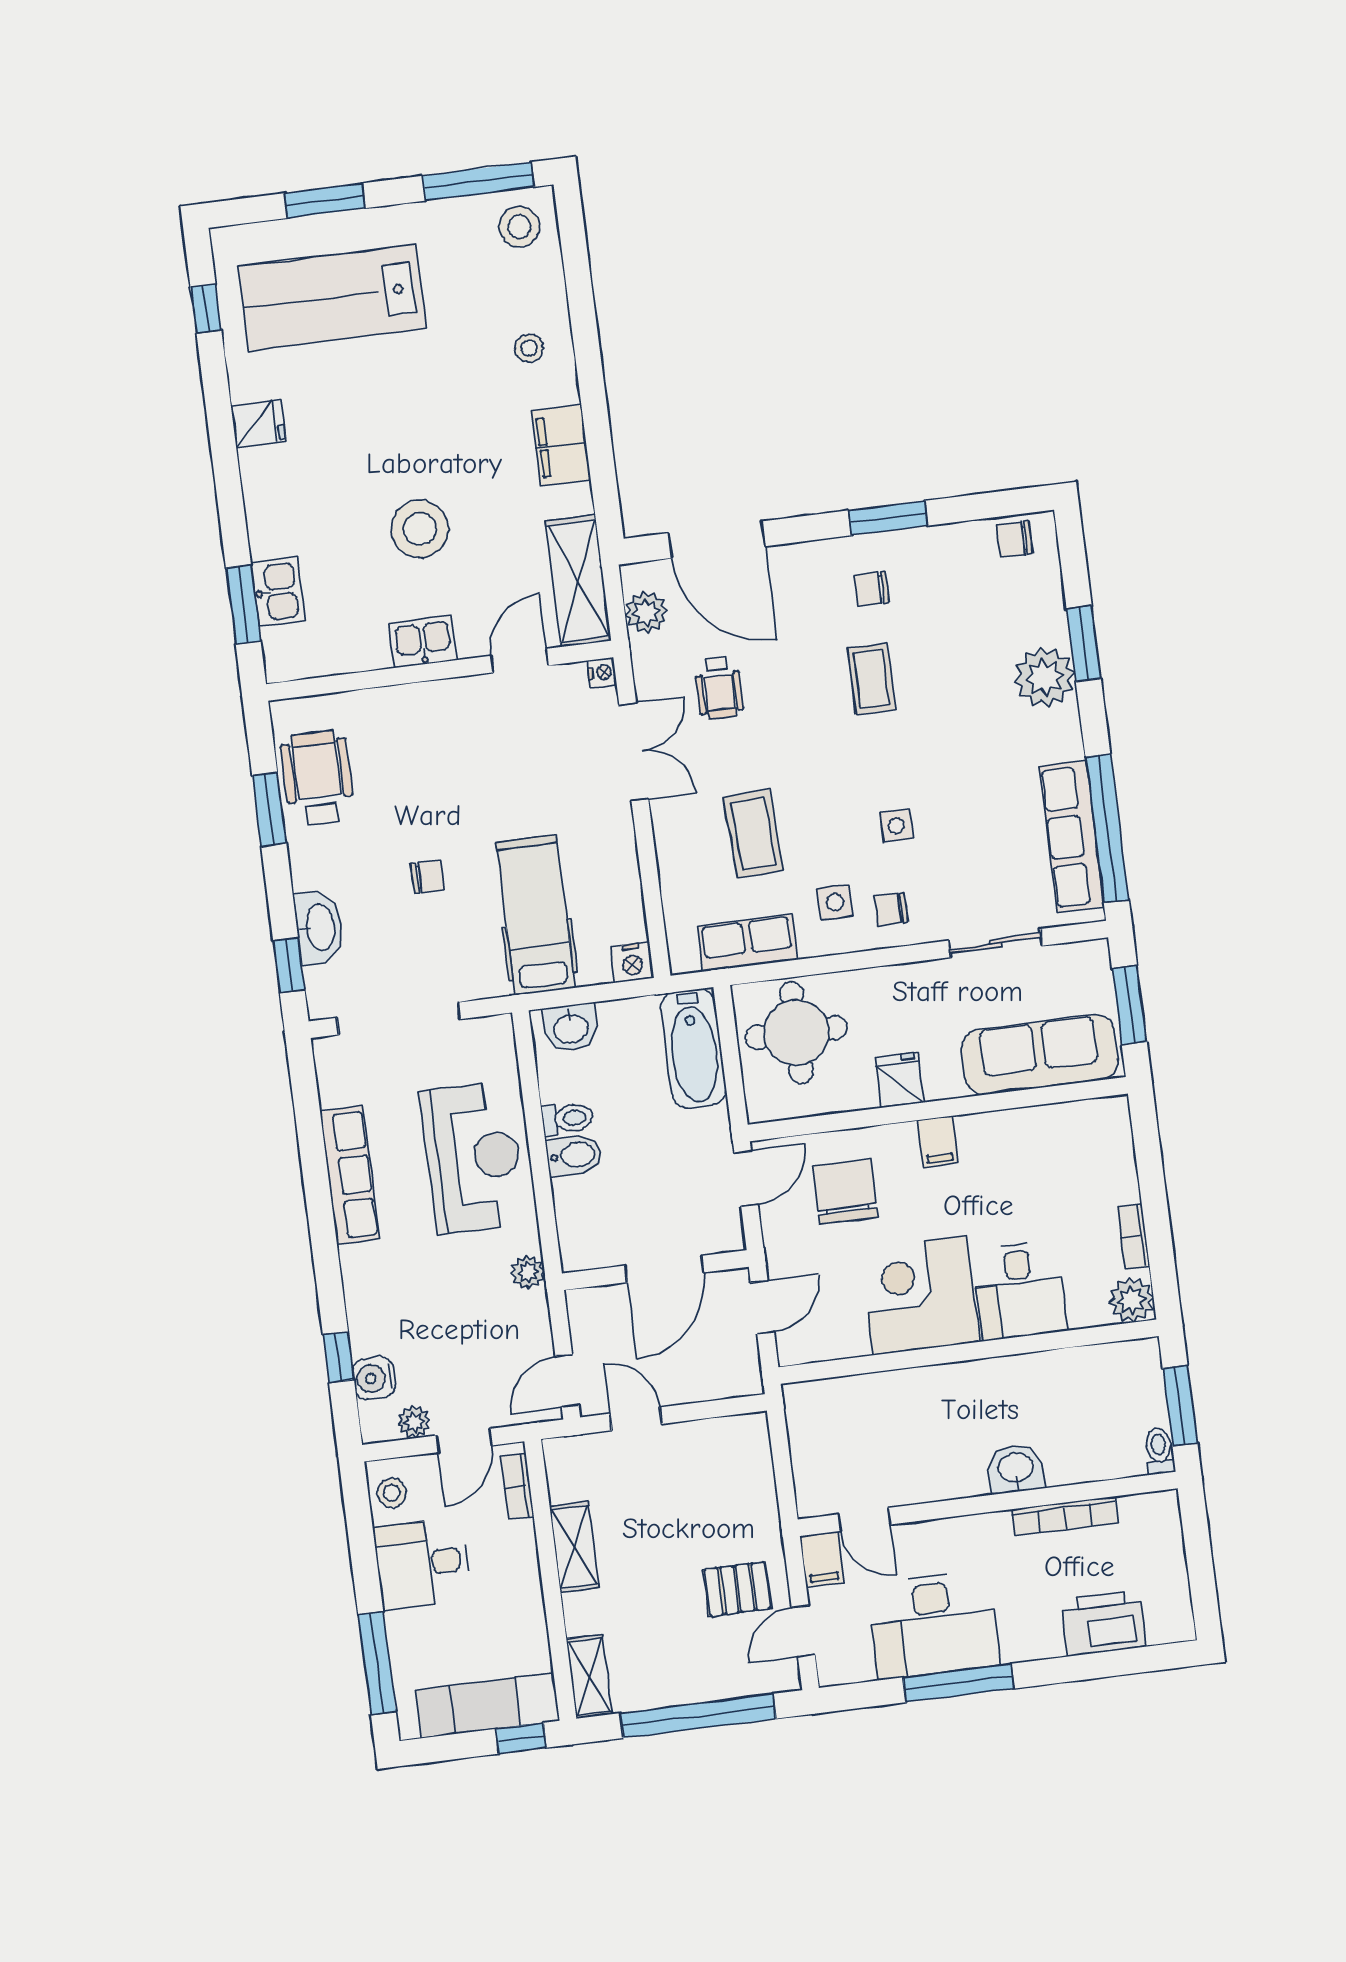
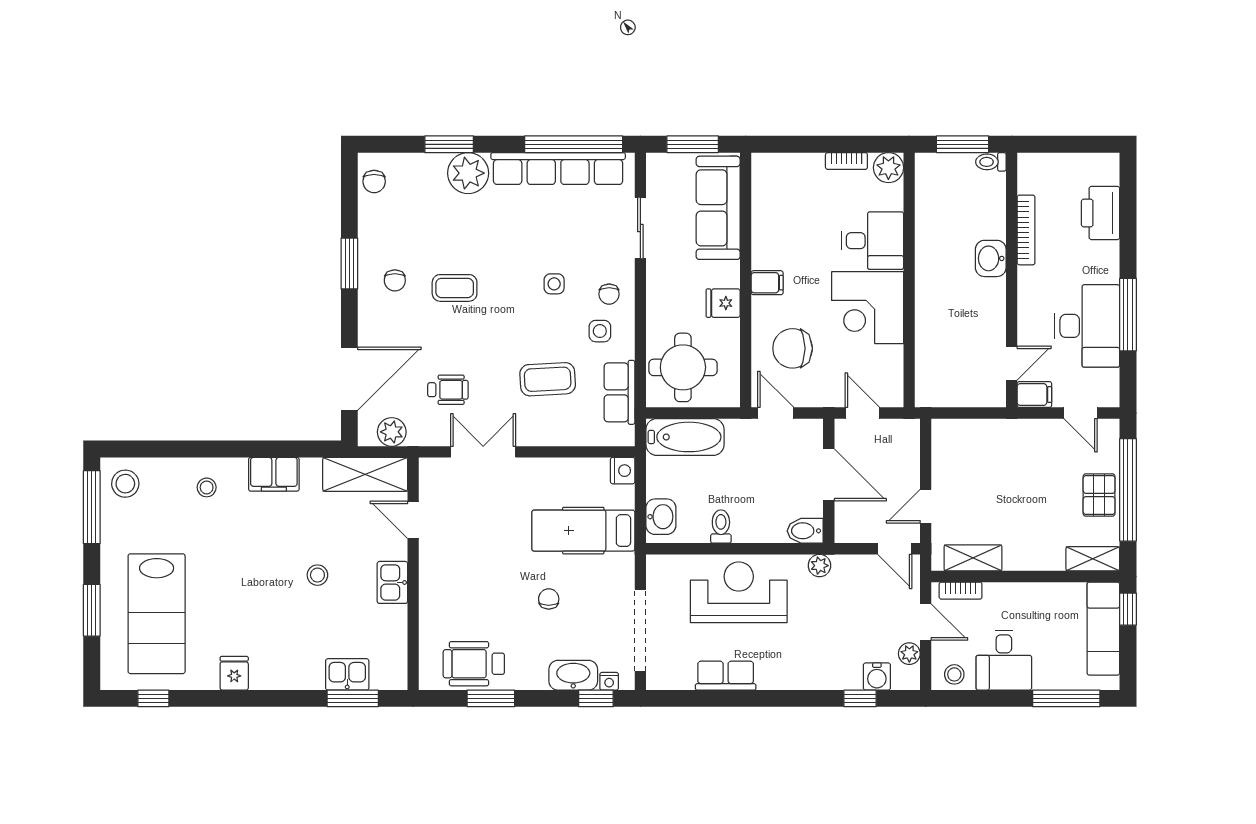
stool: (420, 529) -> (317, 575), width x0.53, depth x0.53
nightstand: (602, 673) -> (609, 681), moved, turned 180
row of seats: (1072, 837) -> (558, 169), width x1.36
bidet: (574, 1155) -> (805, 531), moved, turned -90
row of seats: (350, 1175) -> (726, 676), width x0.68
shelving: (574, 1547) -> (973, 558), moved
pallet: (737, 1589) -> (1099, 495), moved

